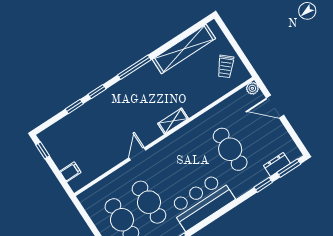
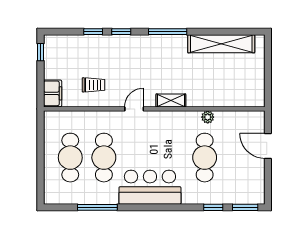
trolley: (226, 66) -> (94, 85), moved, turned -131
plant: (252, 88) -> (208, 117), moved
door: (137, 154) -> (134, 109), moved
dresser: (277, 164) -> (237, 197), removed
filing cabinet: (70, 172) -> (53, 93), width x2.00

